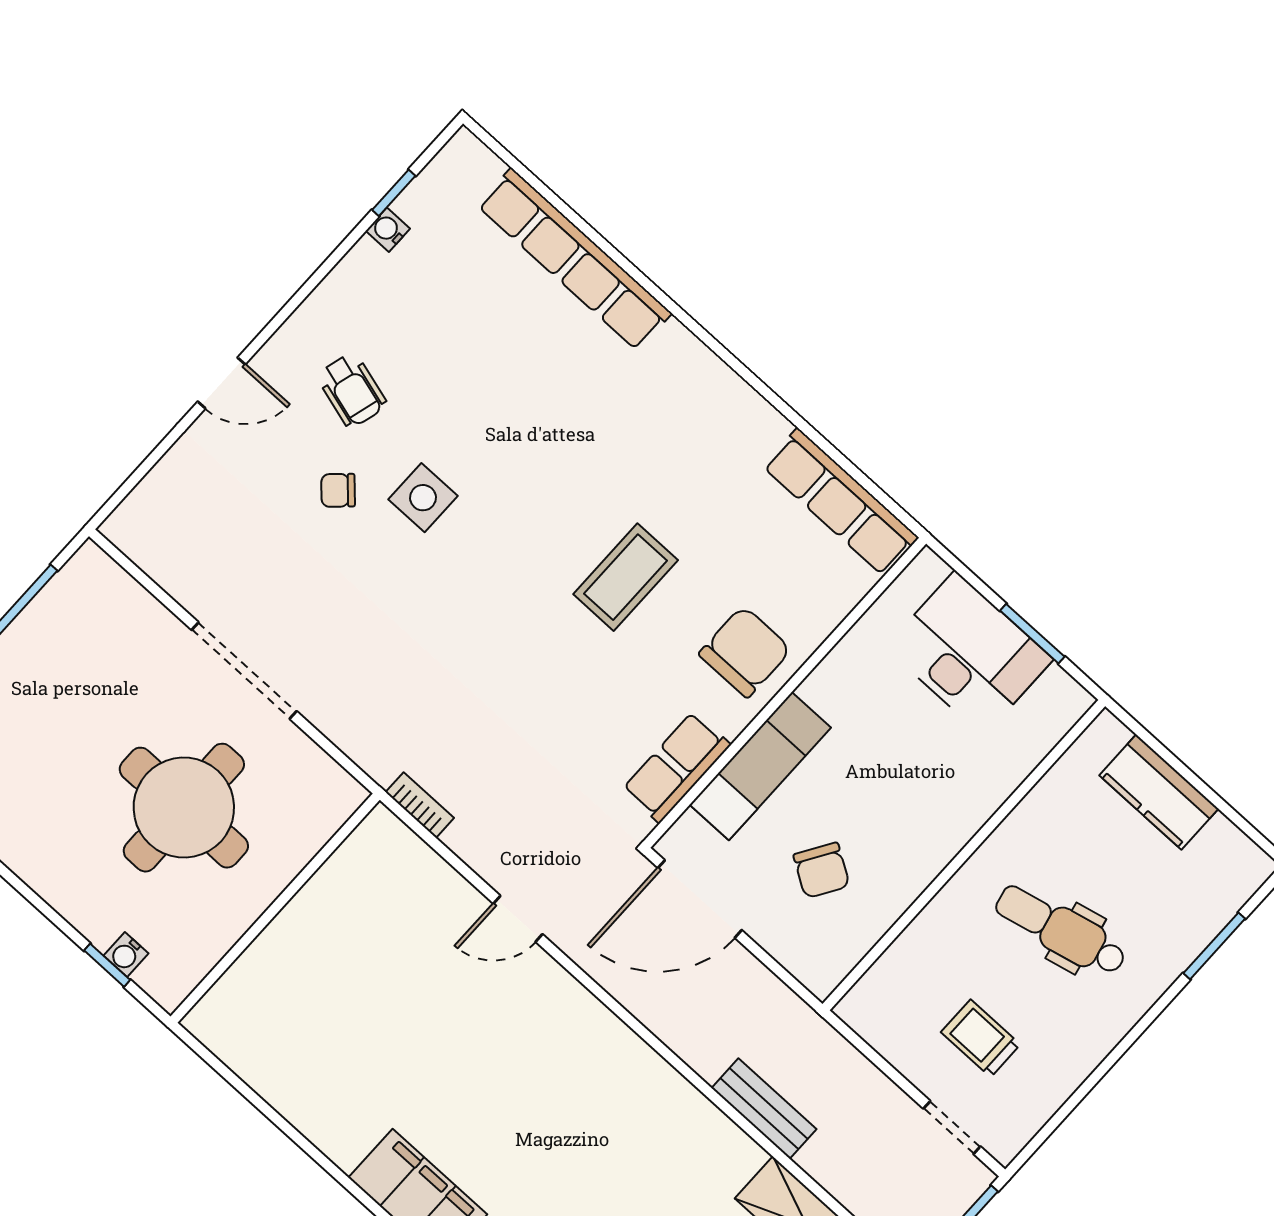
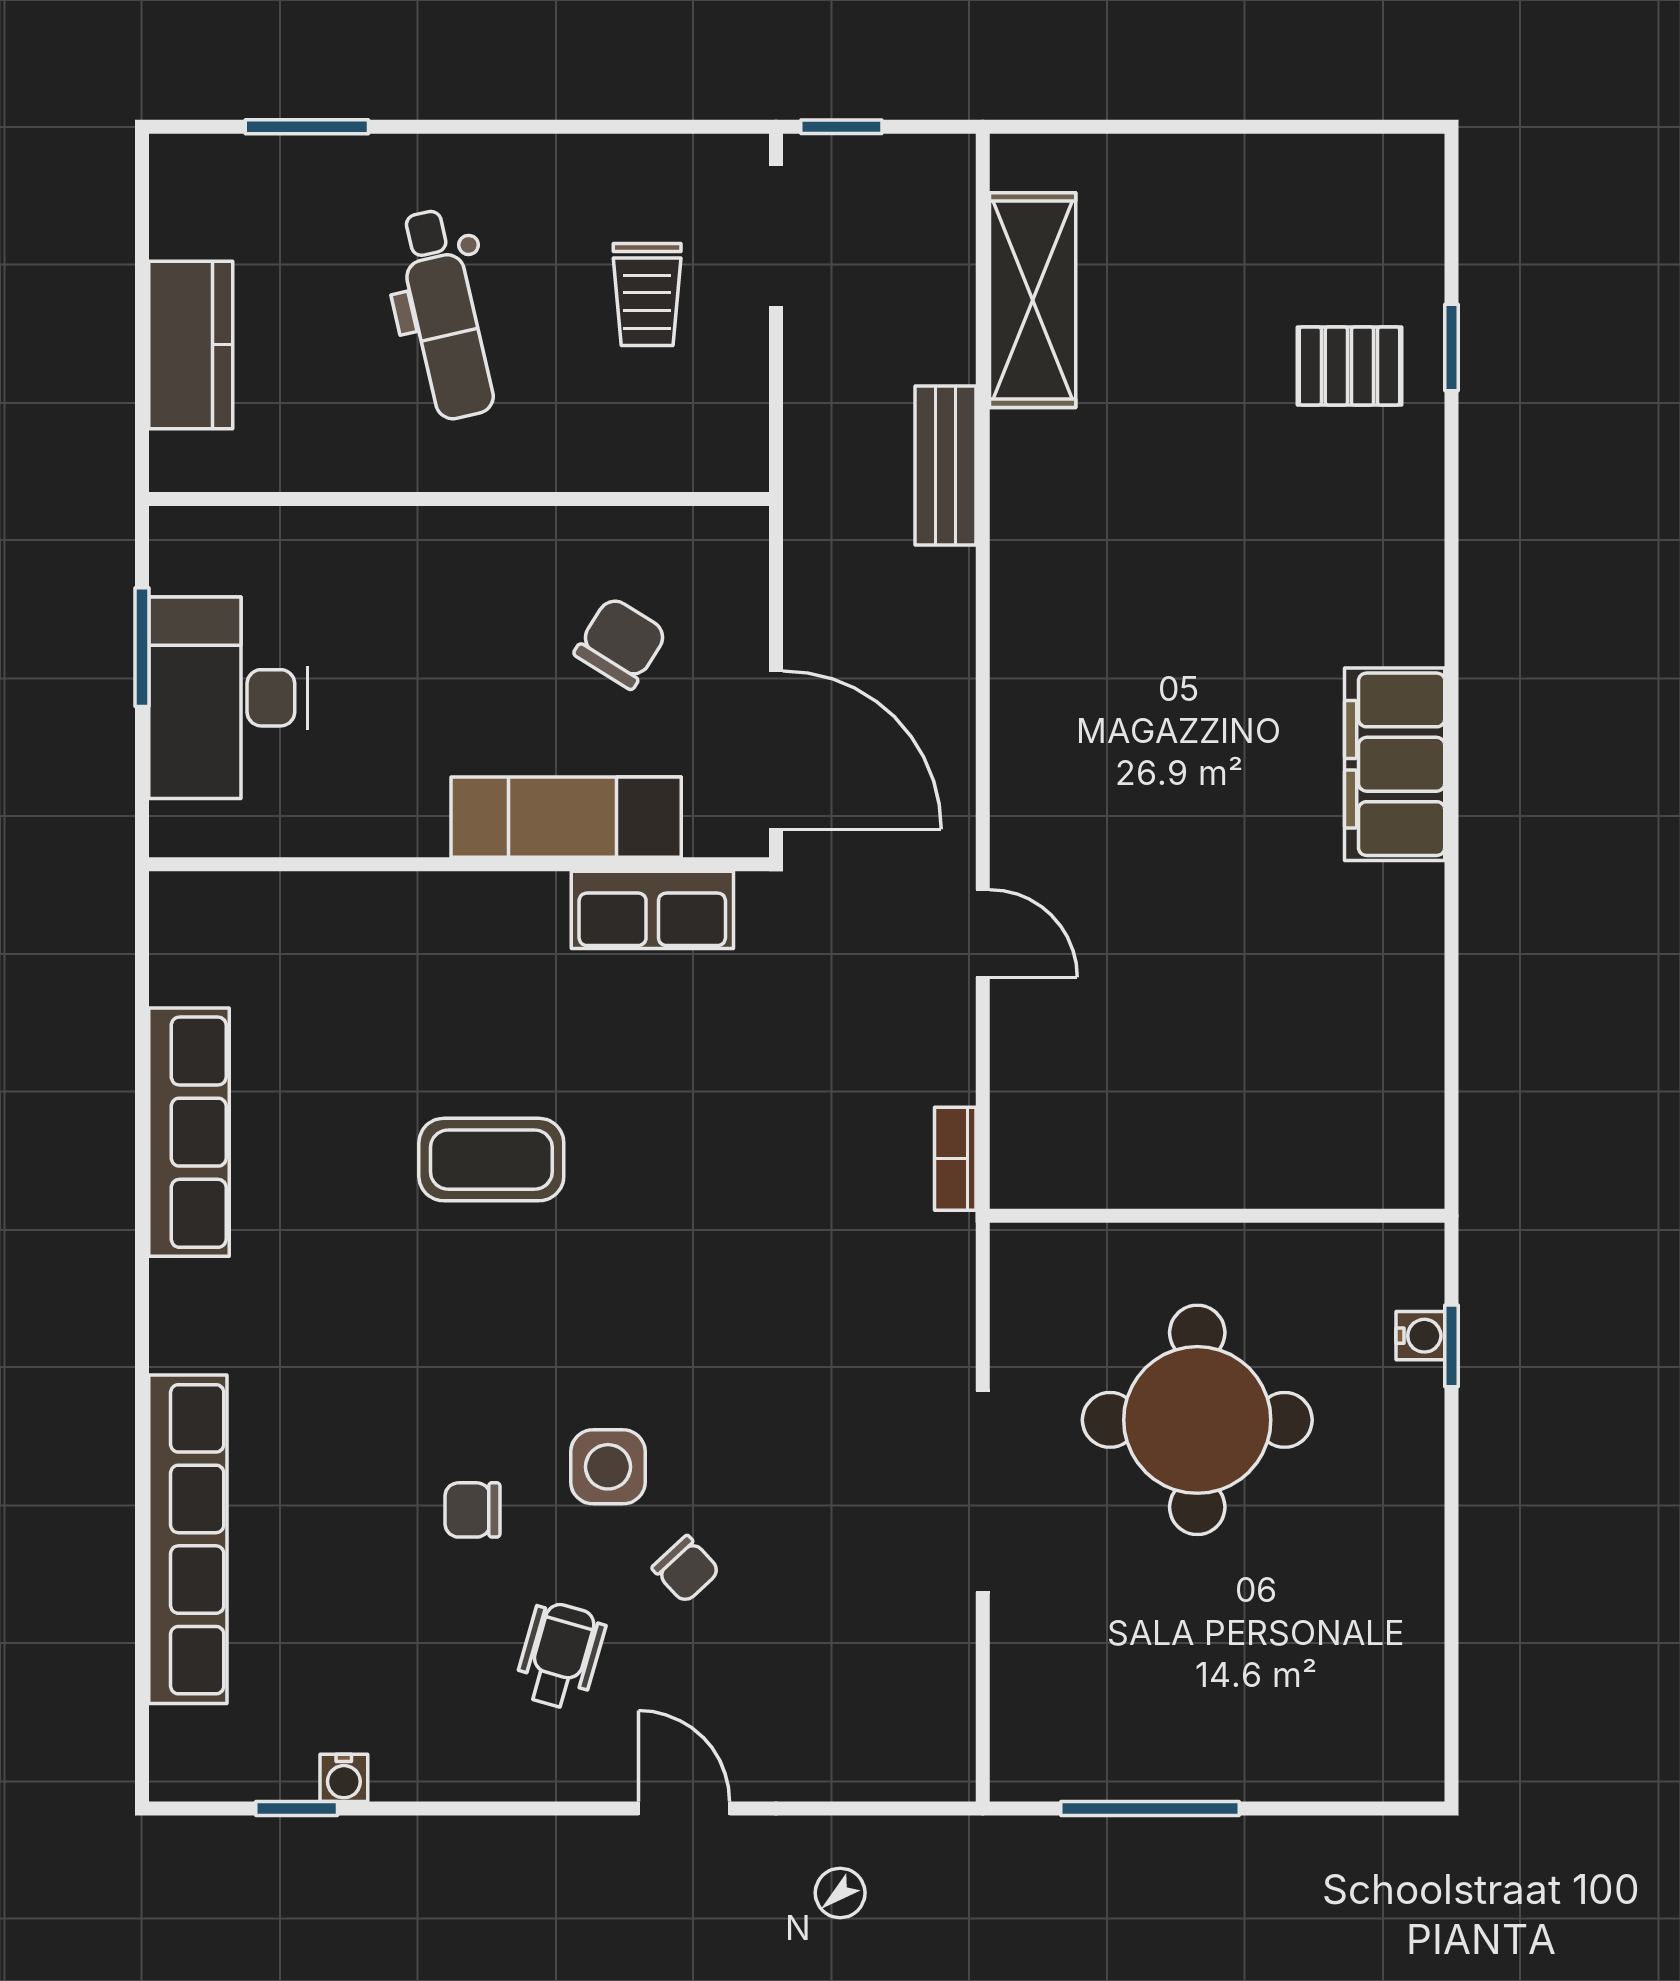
row of seats: (841, 502) -> (189, 1132), moved
chair: (745, 652) -> (473, 1510), moved, width x0.54, depth x0.54
doorway: (952, 1128) -> (776, 236), width x1.38

